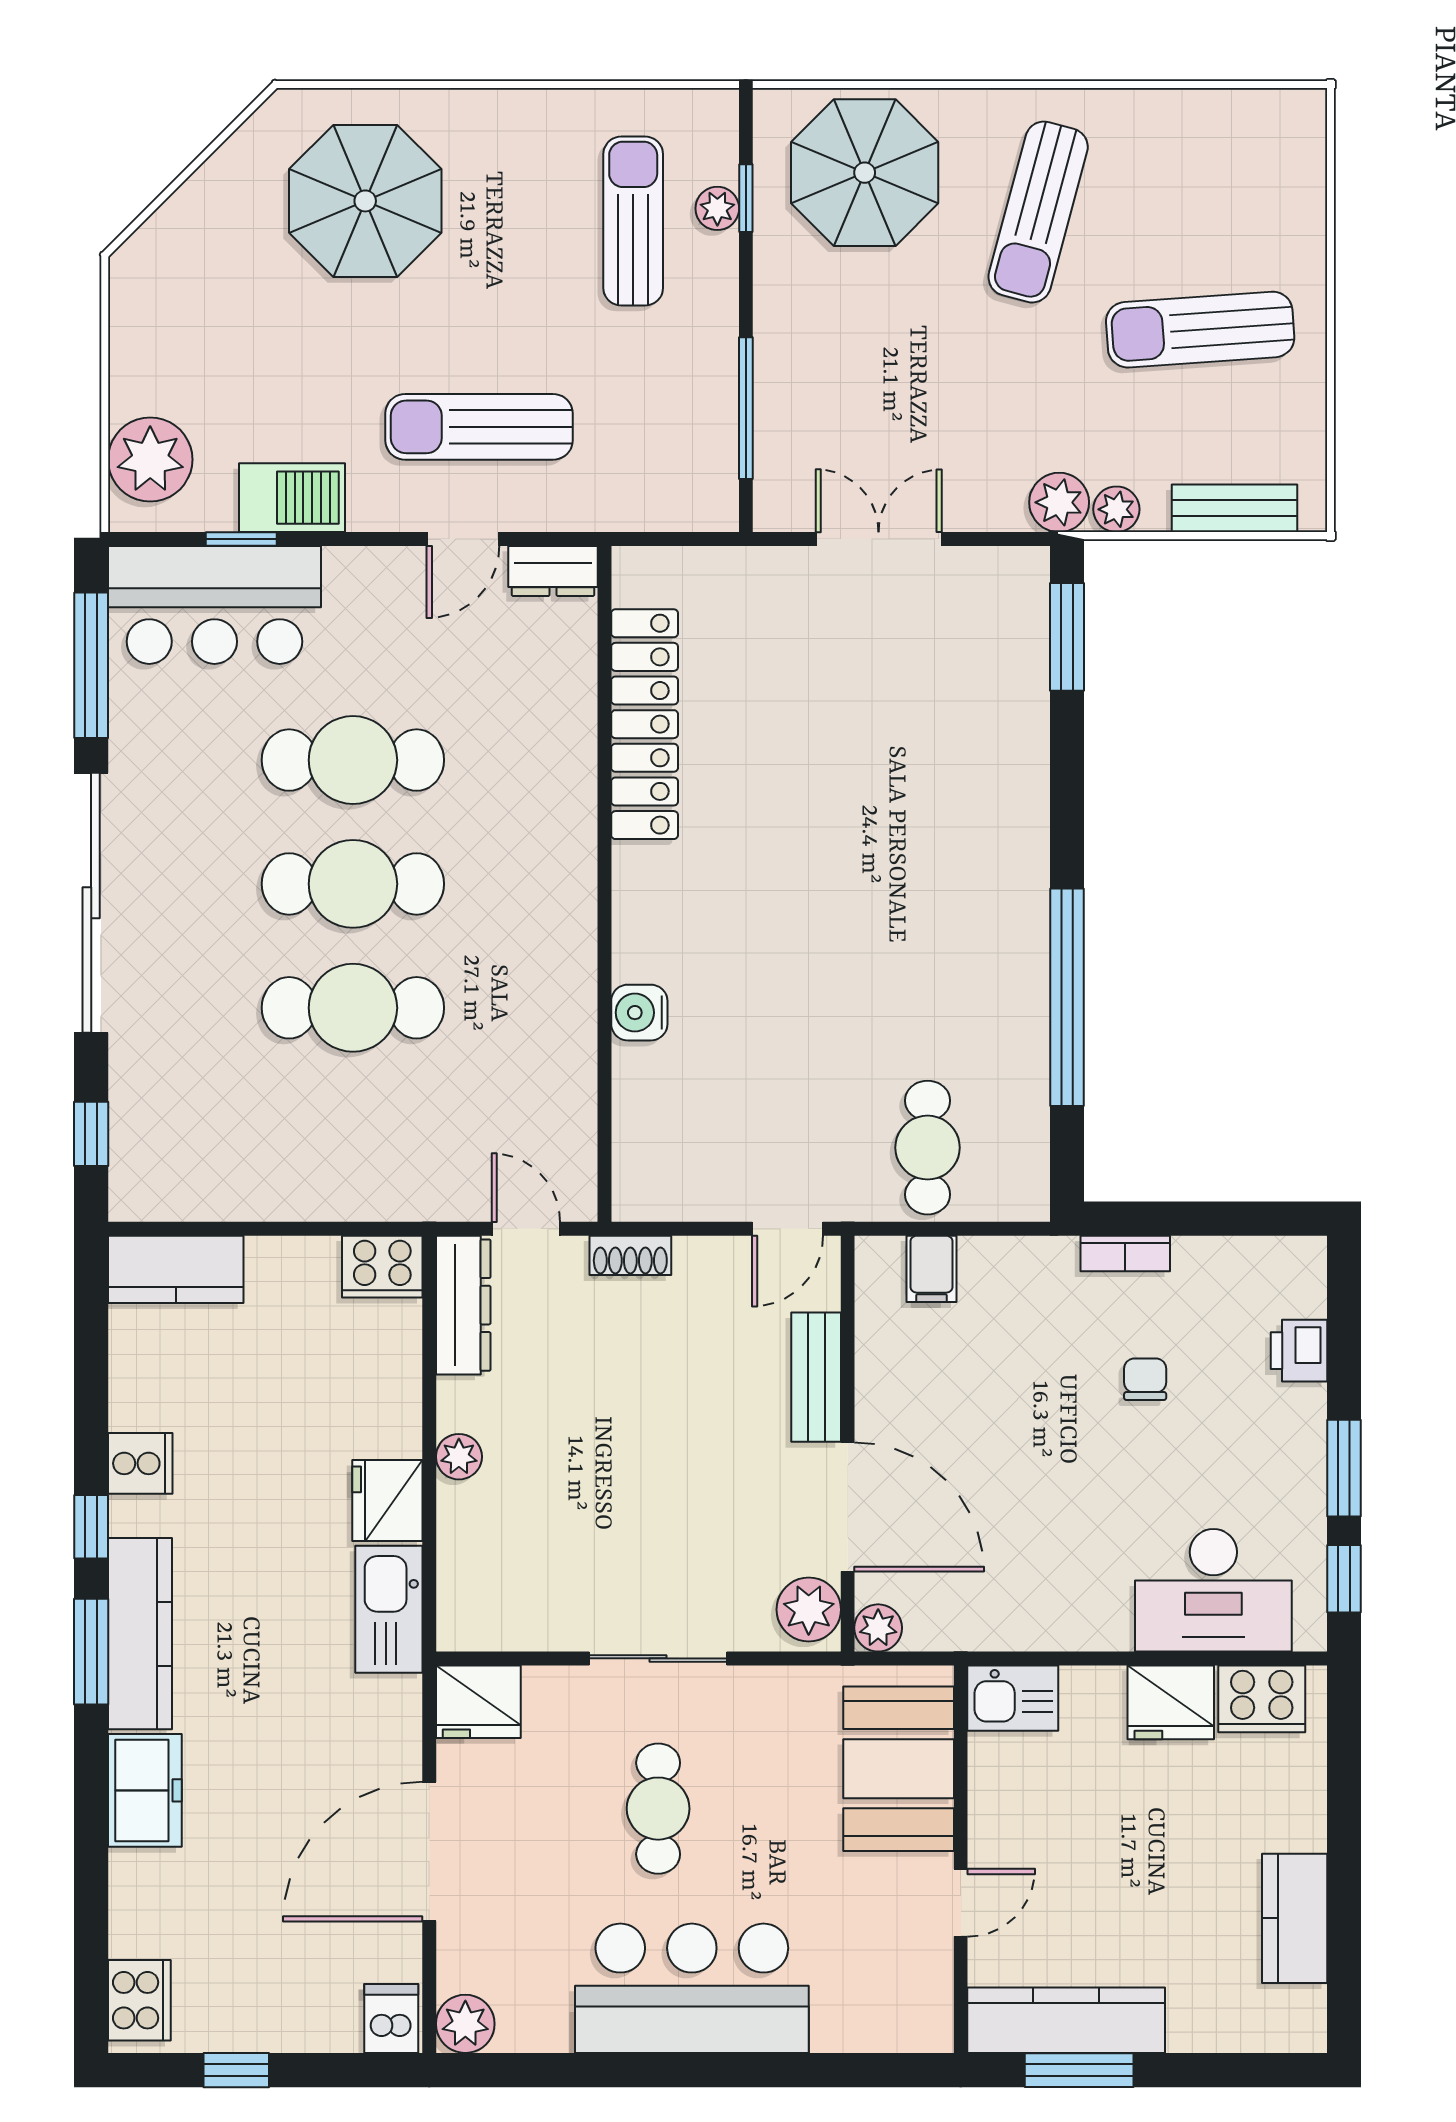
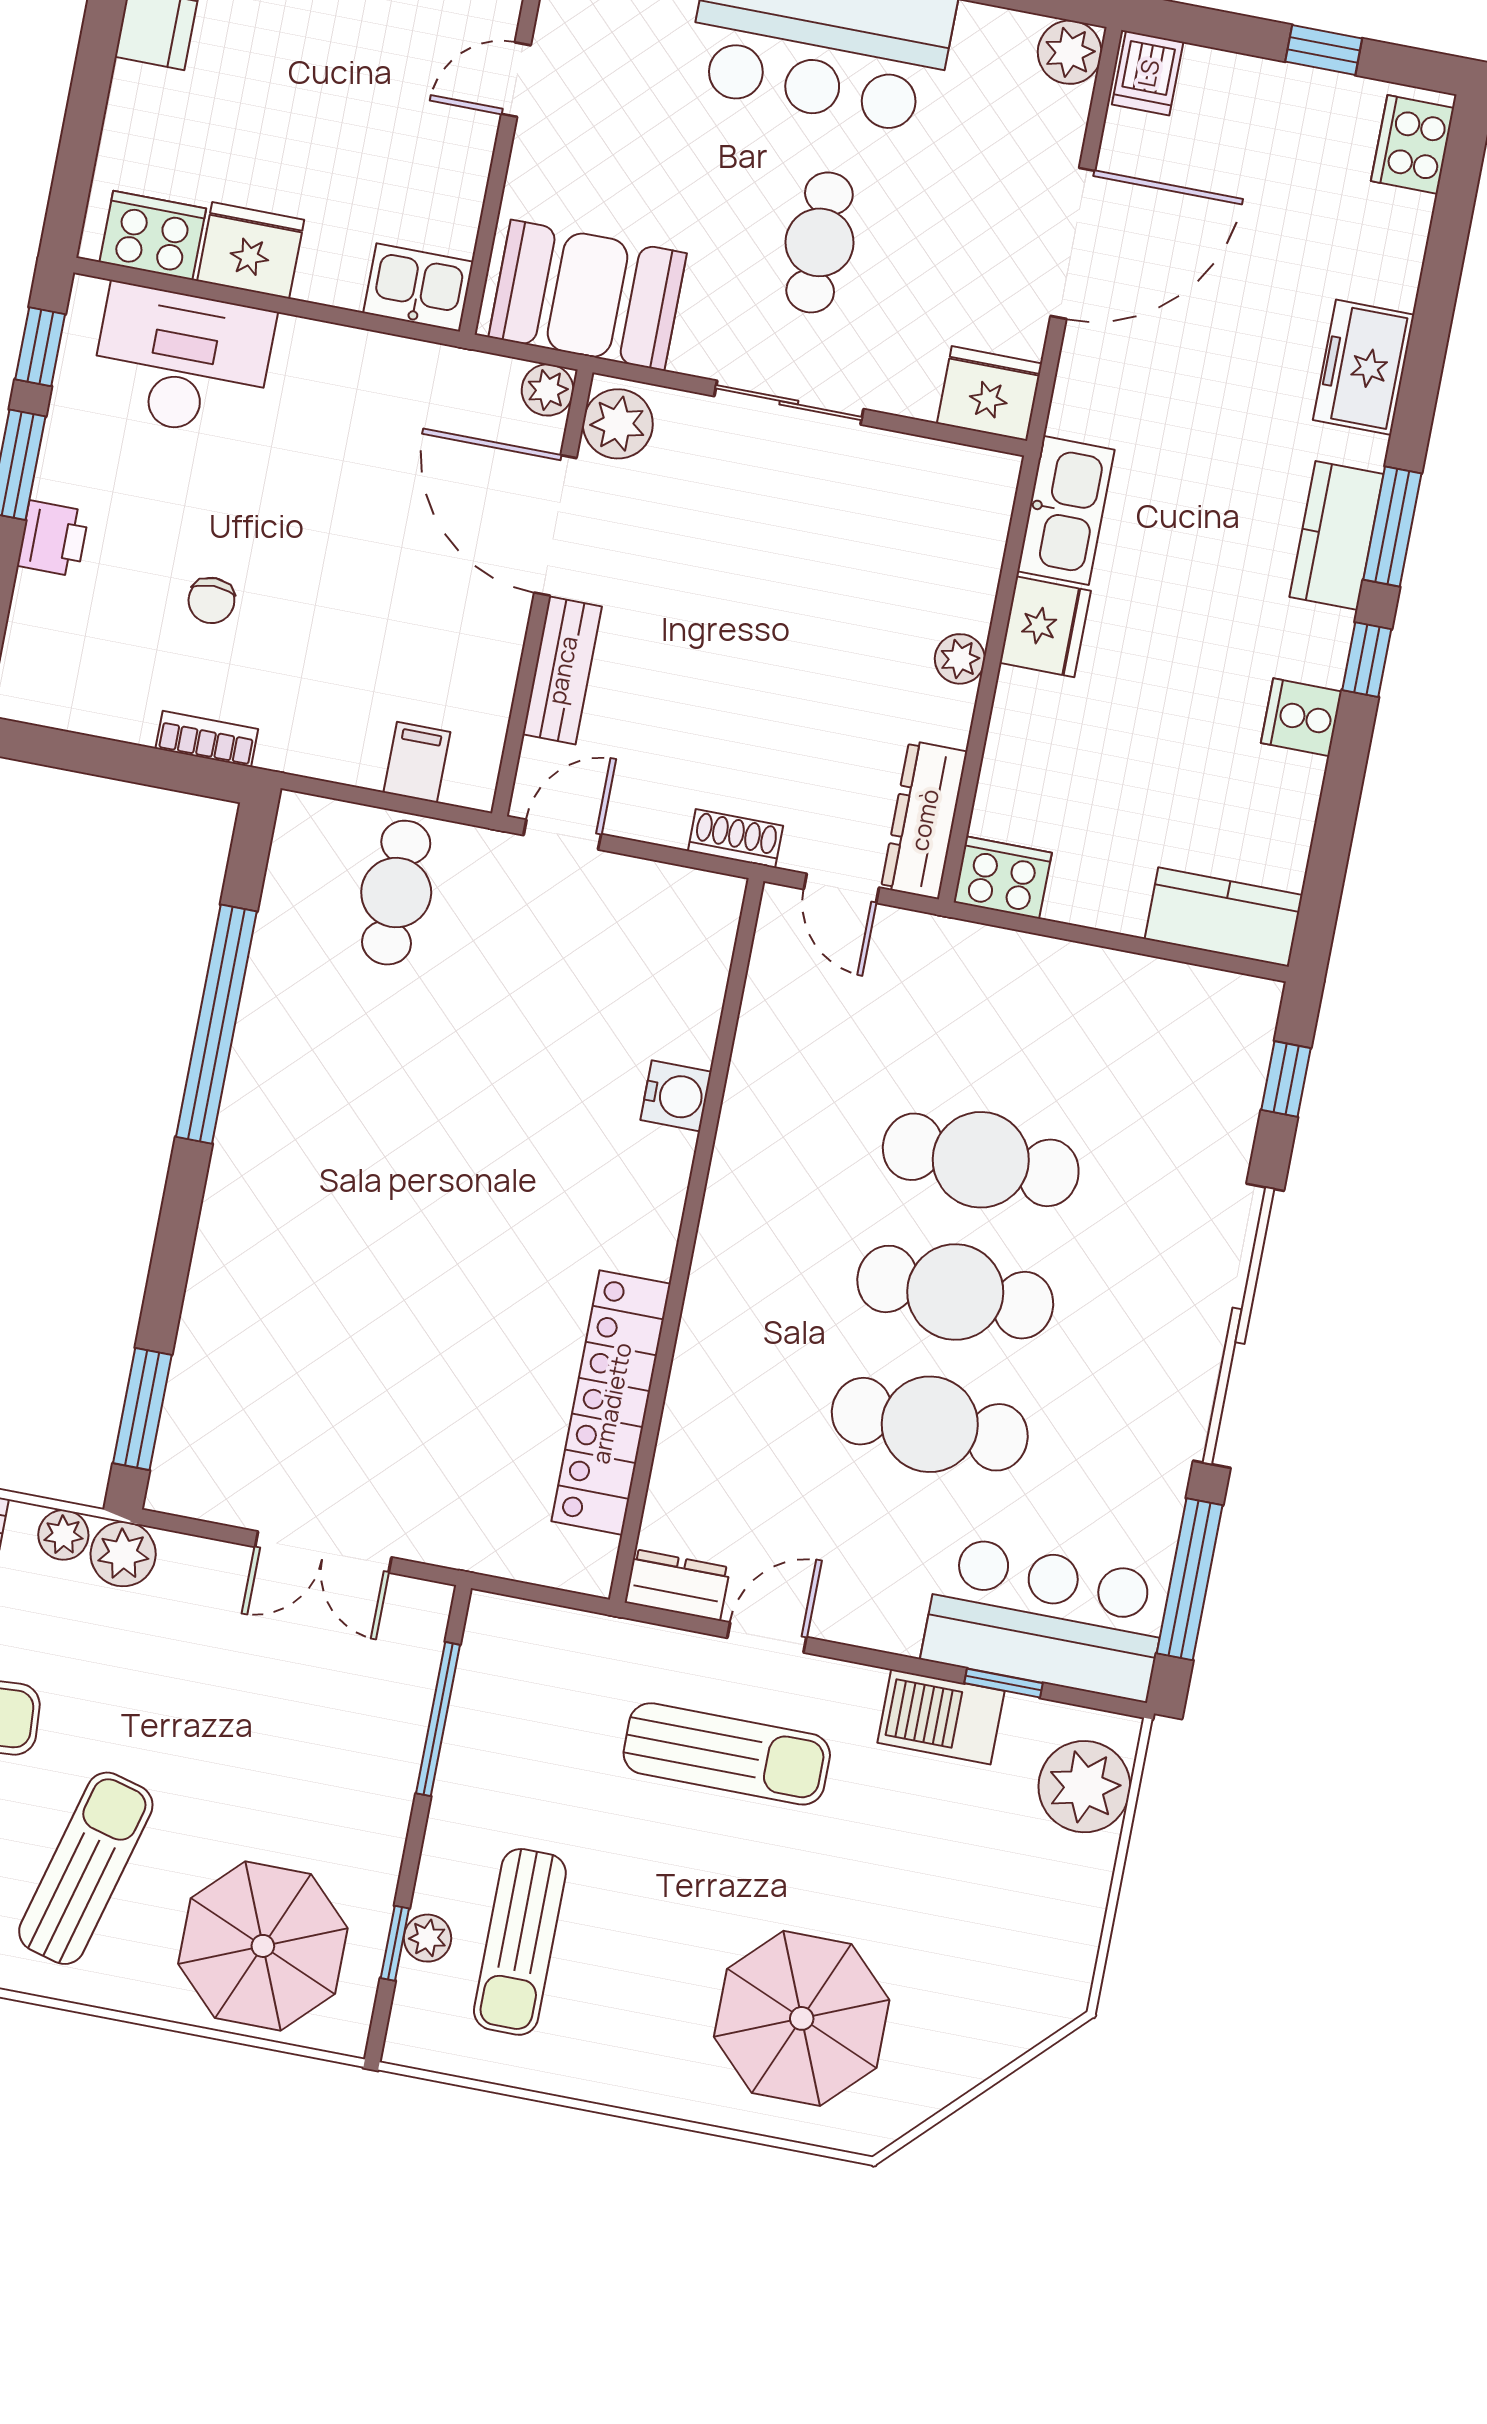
printer: (1299, 1351) -> (53, 539), moved
kitchen counter: (140, 1634) -> (1337, 536), width x0.67
booth: (899, 1769) -> (588, 295), moved, turned 90

